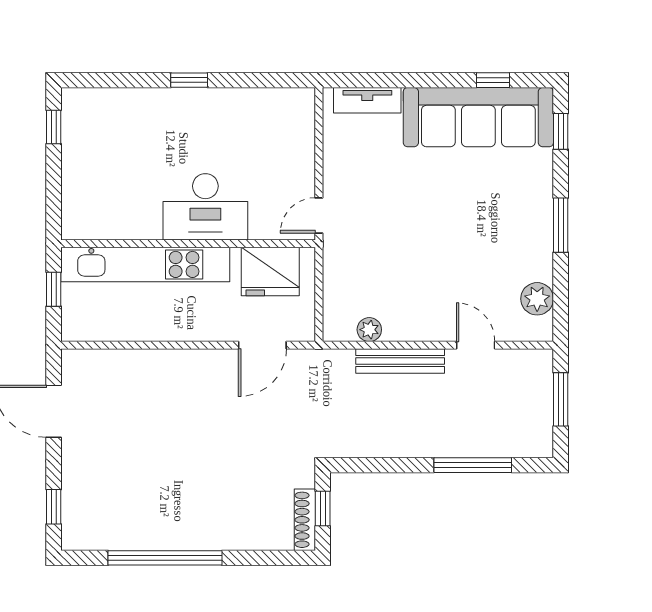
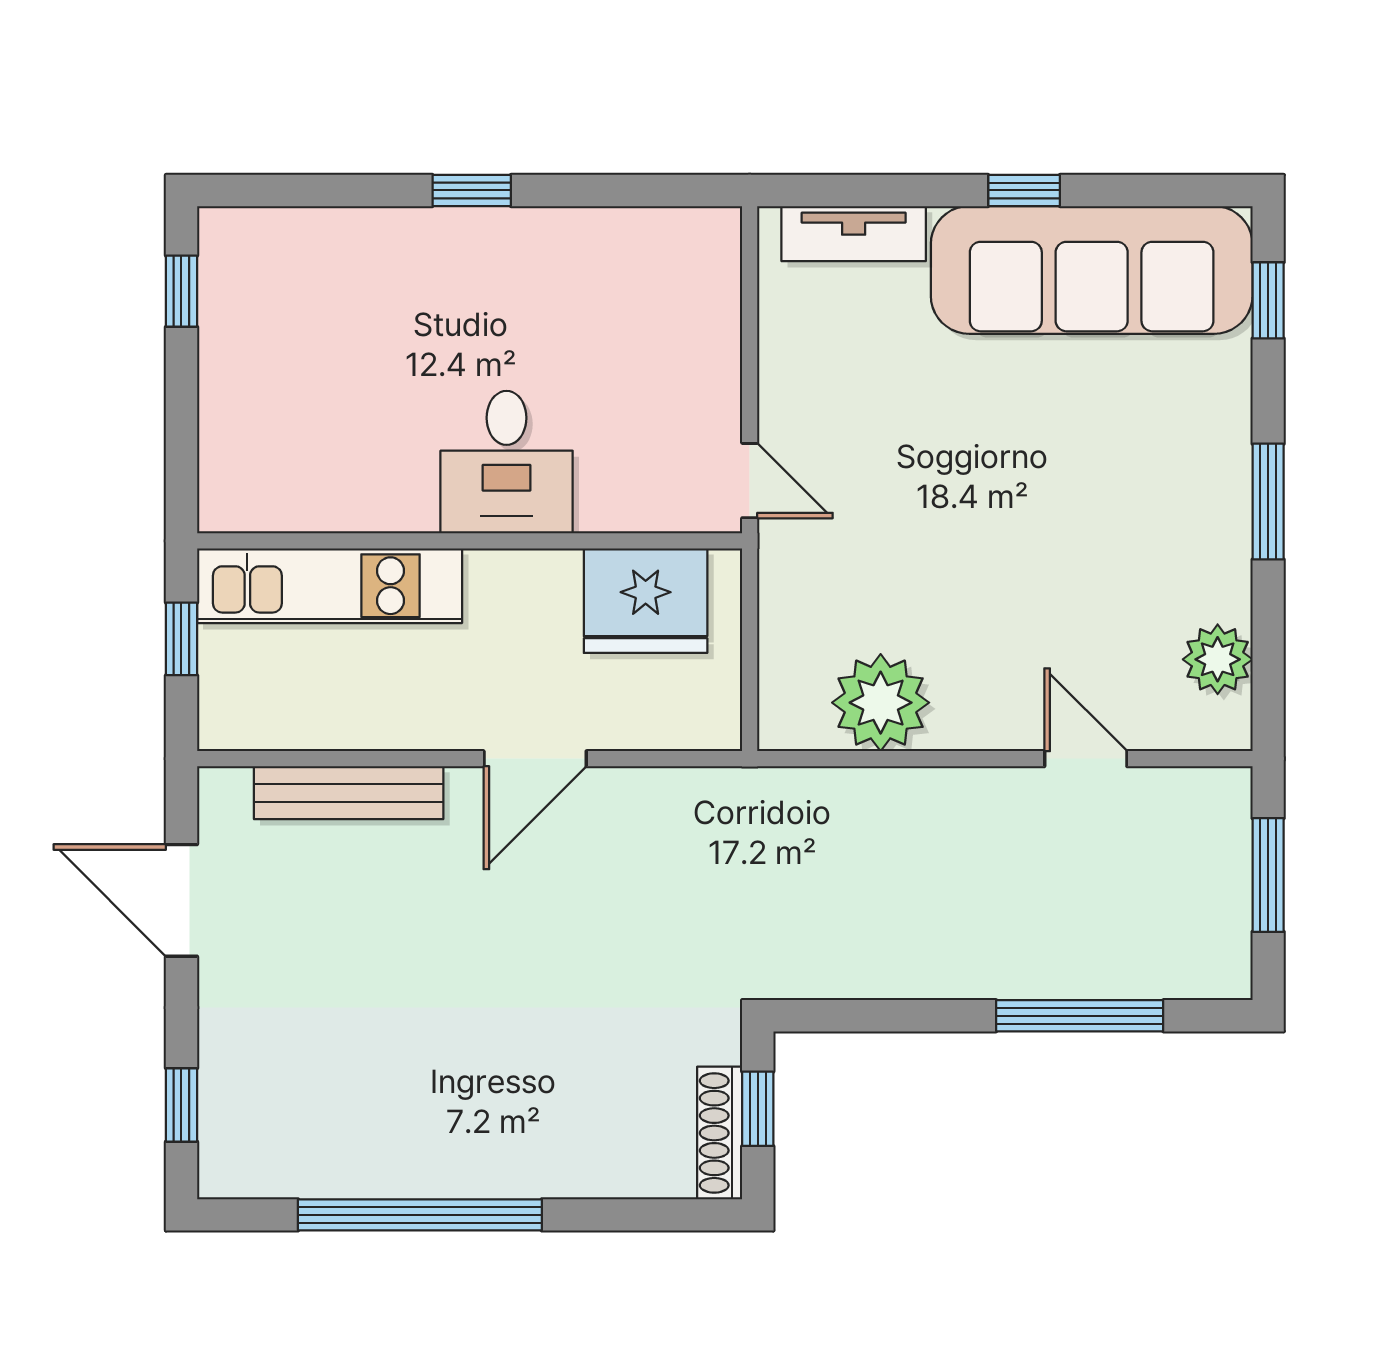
window: (493, 80) -> (1024, 190), moved
desk: (205, 207) -> (507, 462), width x0.73
door: (319, 215) -> (750, 481), swing flipped
kitchen unit: (145, 264) -> (330, 586), width x0.73
plant: (369, 330) -> (881, 703), width x1.88, depth x1.88
door: (262, 345) -> (535, 759), moved
bench: (400, 361) -> (349, 793), moved

